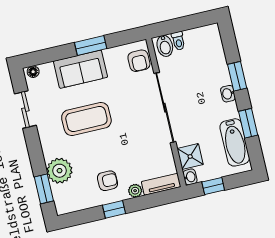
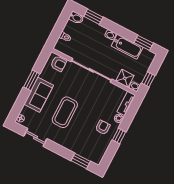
bidet: (165, 46) -> (76, 18), moved
window: (237, 76) -> (93, 17), moved
window: (248, 123) -> (144, 43), moved
bathtub: (235, 142) -> (127, 47), moved
plant: (60, 171) -> (78, 146), removed

